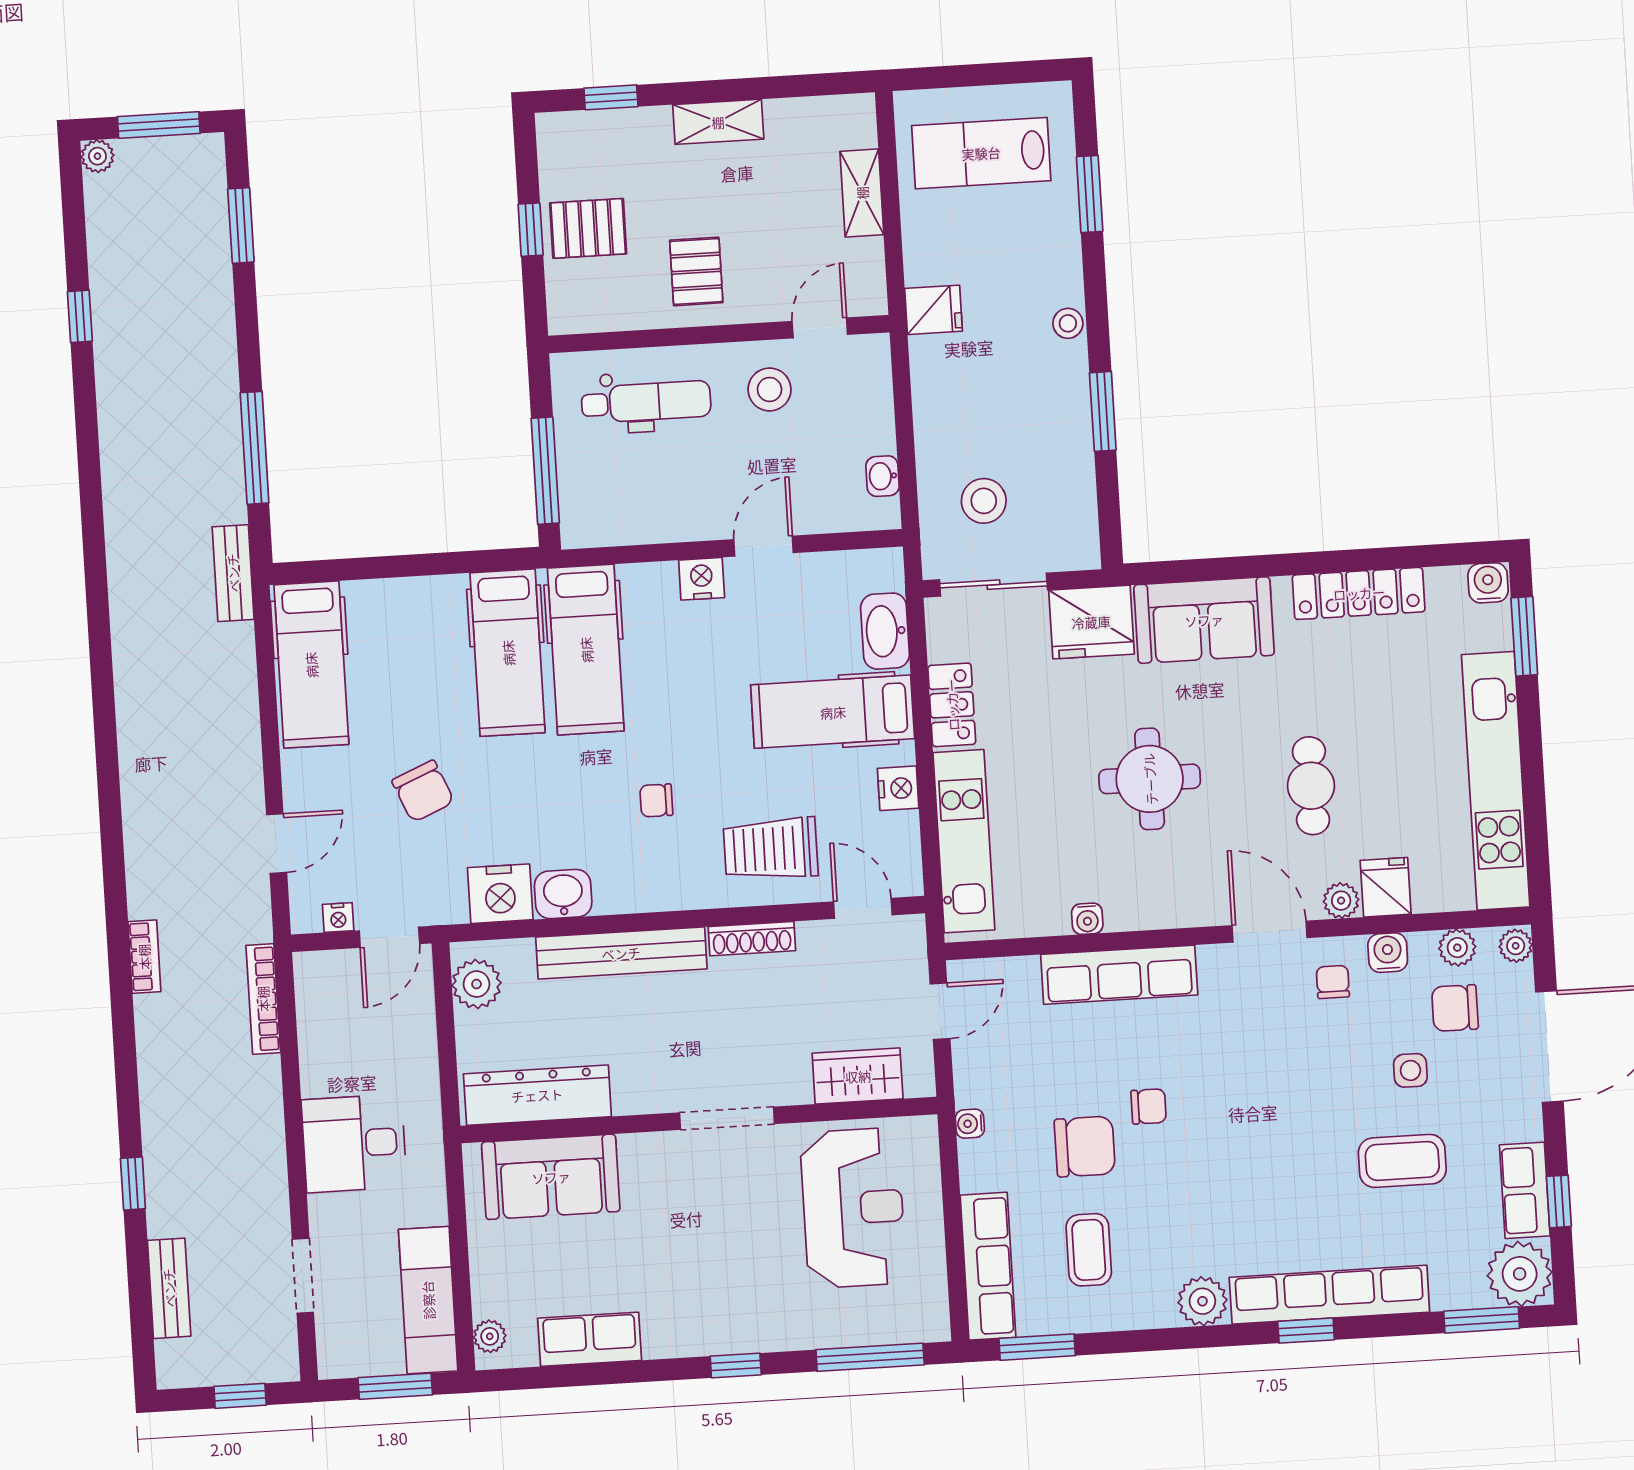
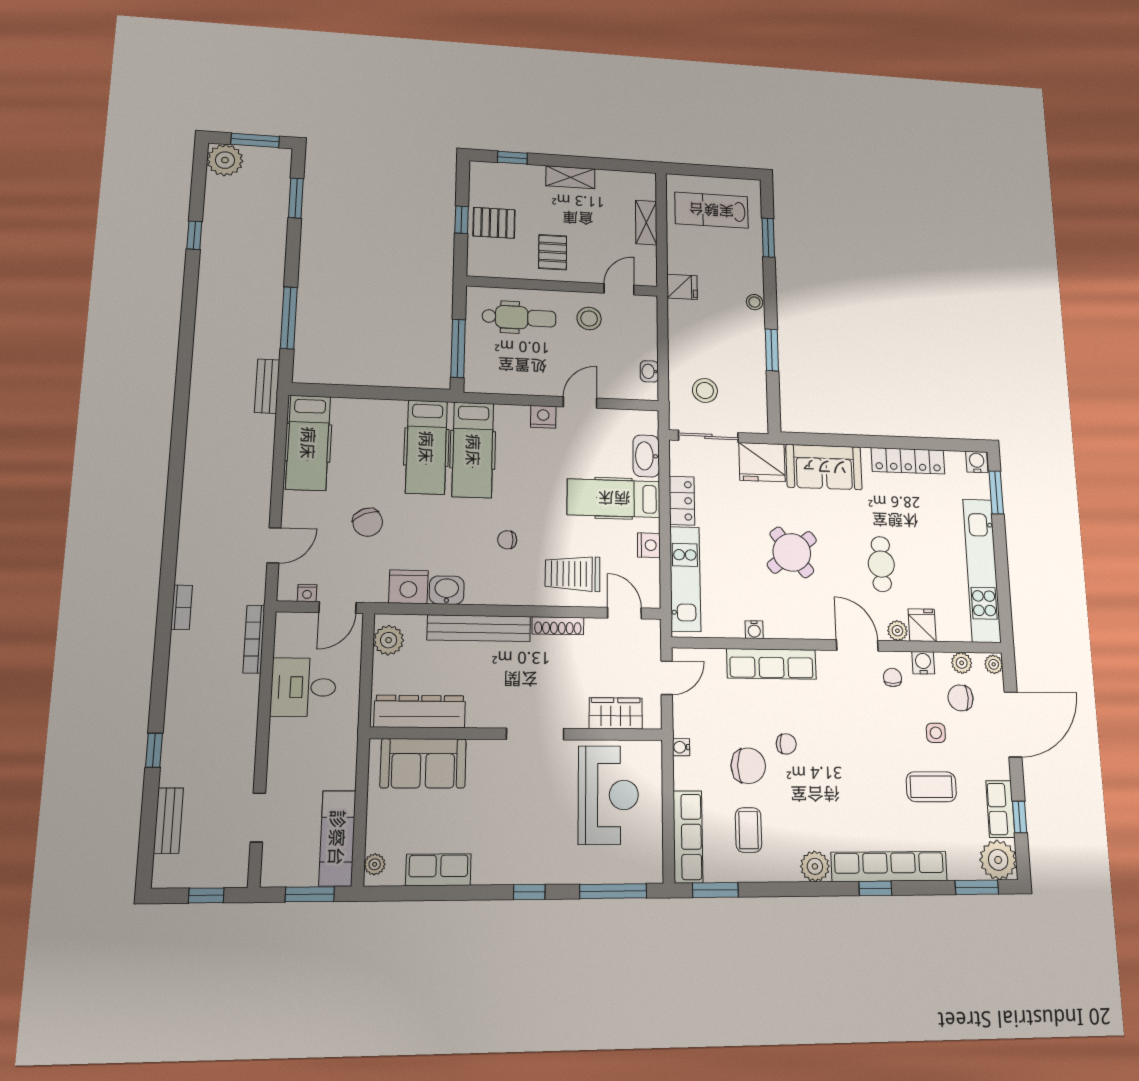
plant: (97, 156) -> (225, 160), width x1.88, depth x1.88
round table: (1150, 779) -> (792, 552), turned -38
desk: (354, 1143) -> (303, 687), moved

